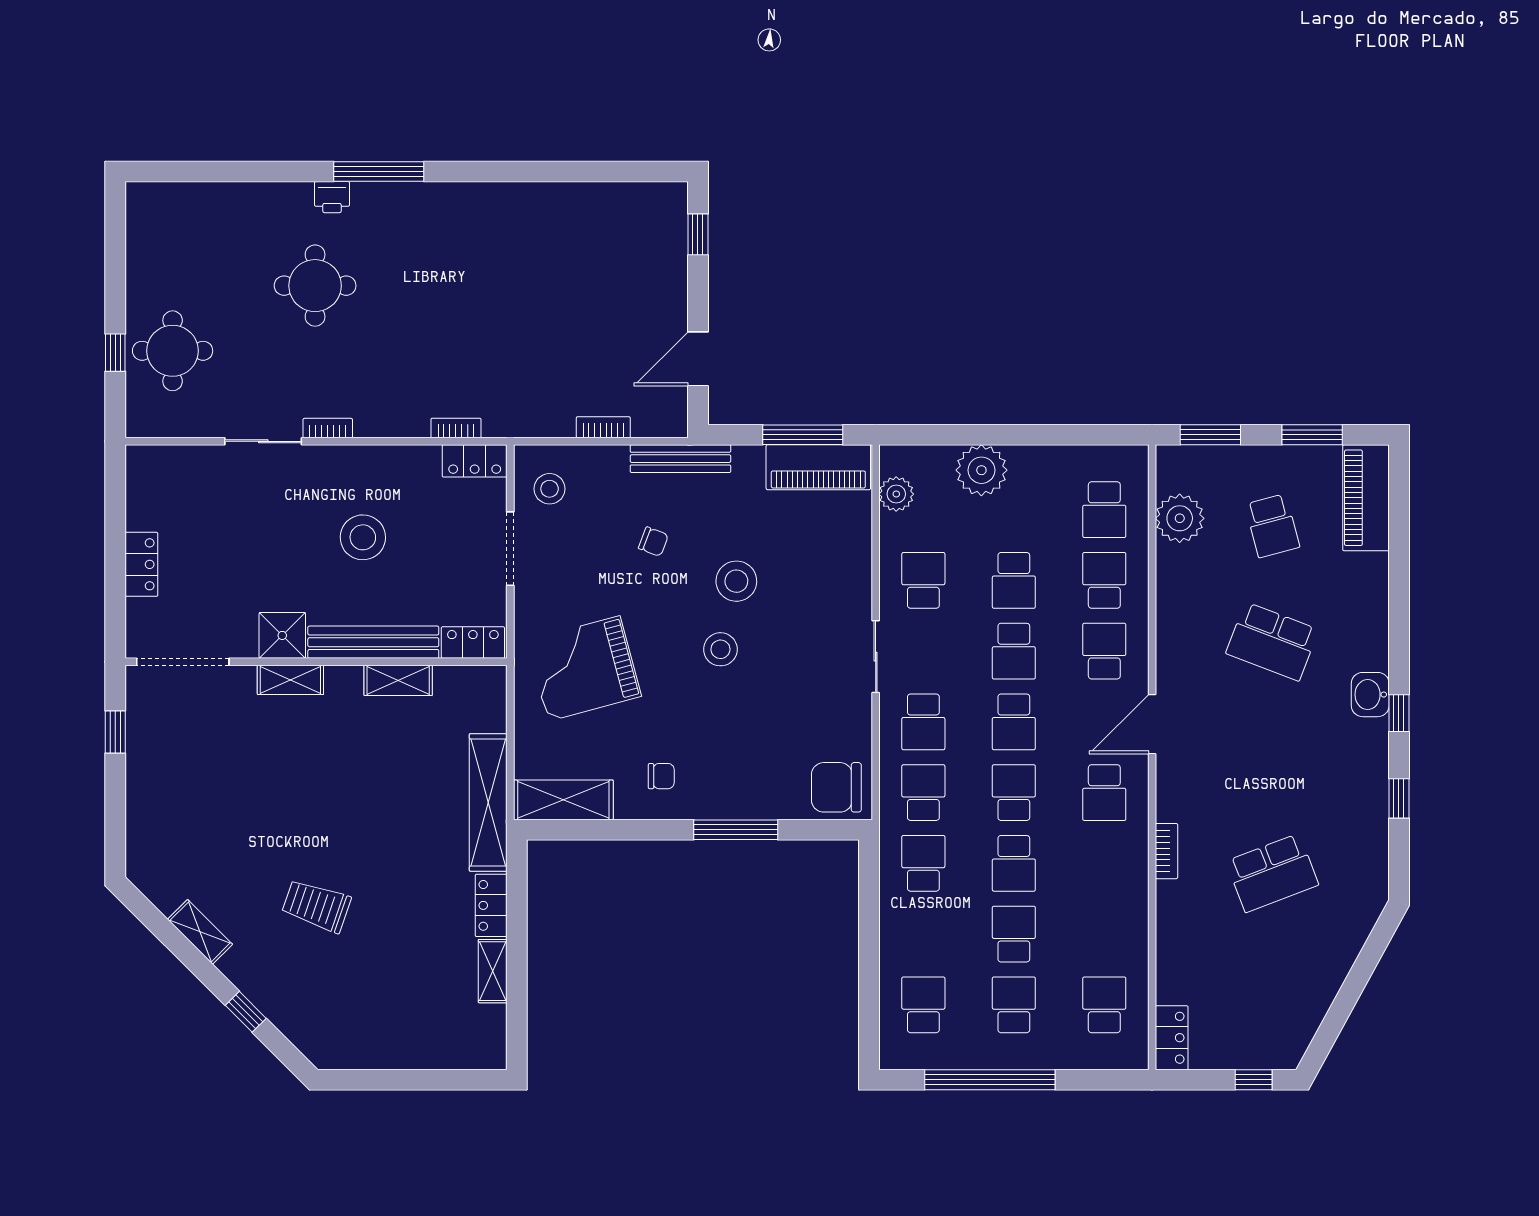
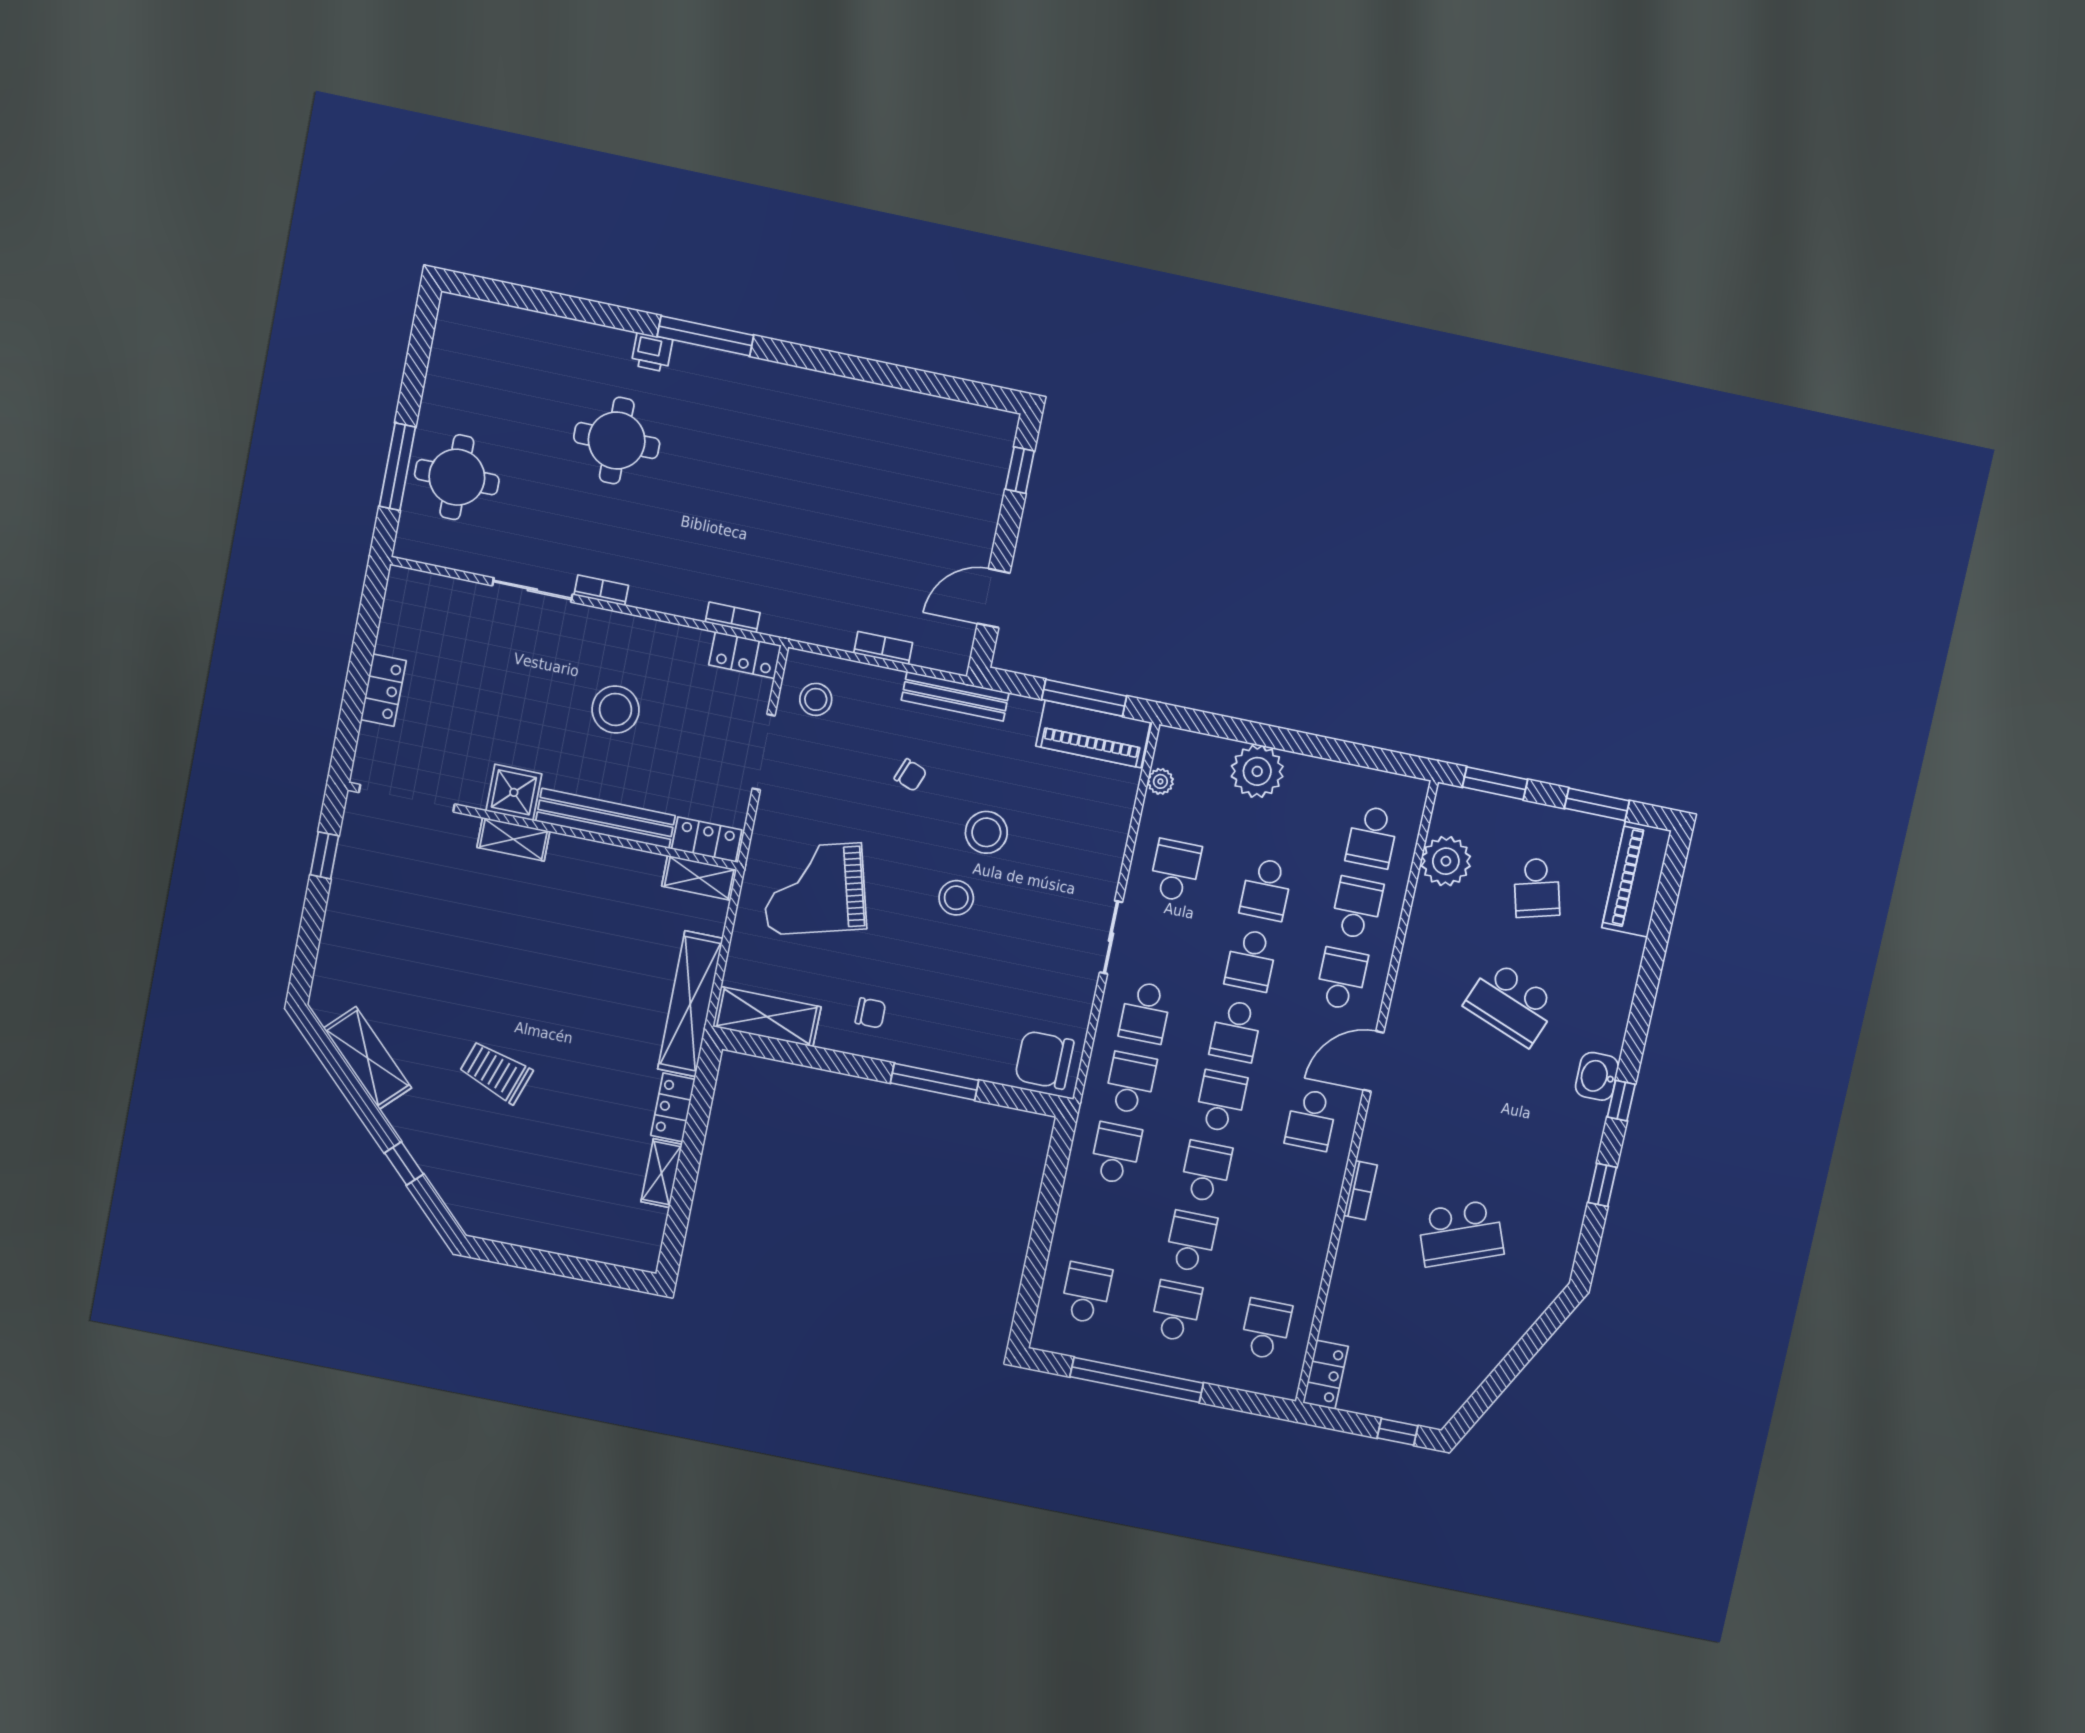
window: (115, 353) -> (397, 467), width x2.17
plant: (896, 494) -> (1160, 781), width x0.73, depth x0.73
shelving: (398, 680) -> (699, 878), moved
school desk: (1014, 863) -> (1206, 1172), turned 180
shelving: (200, 932) -> (368, 1058), width x1.50, depth x1.33

